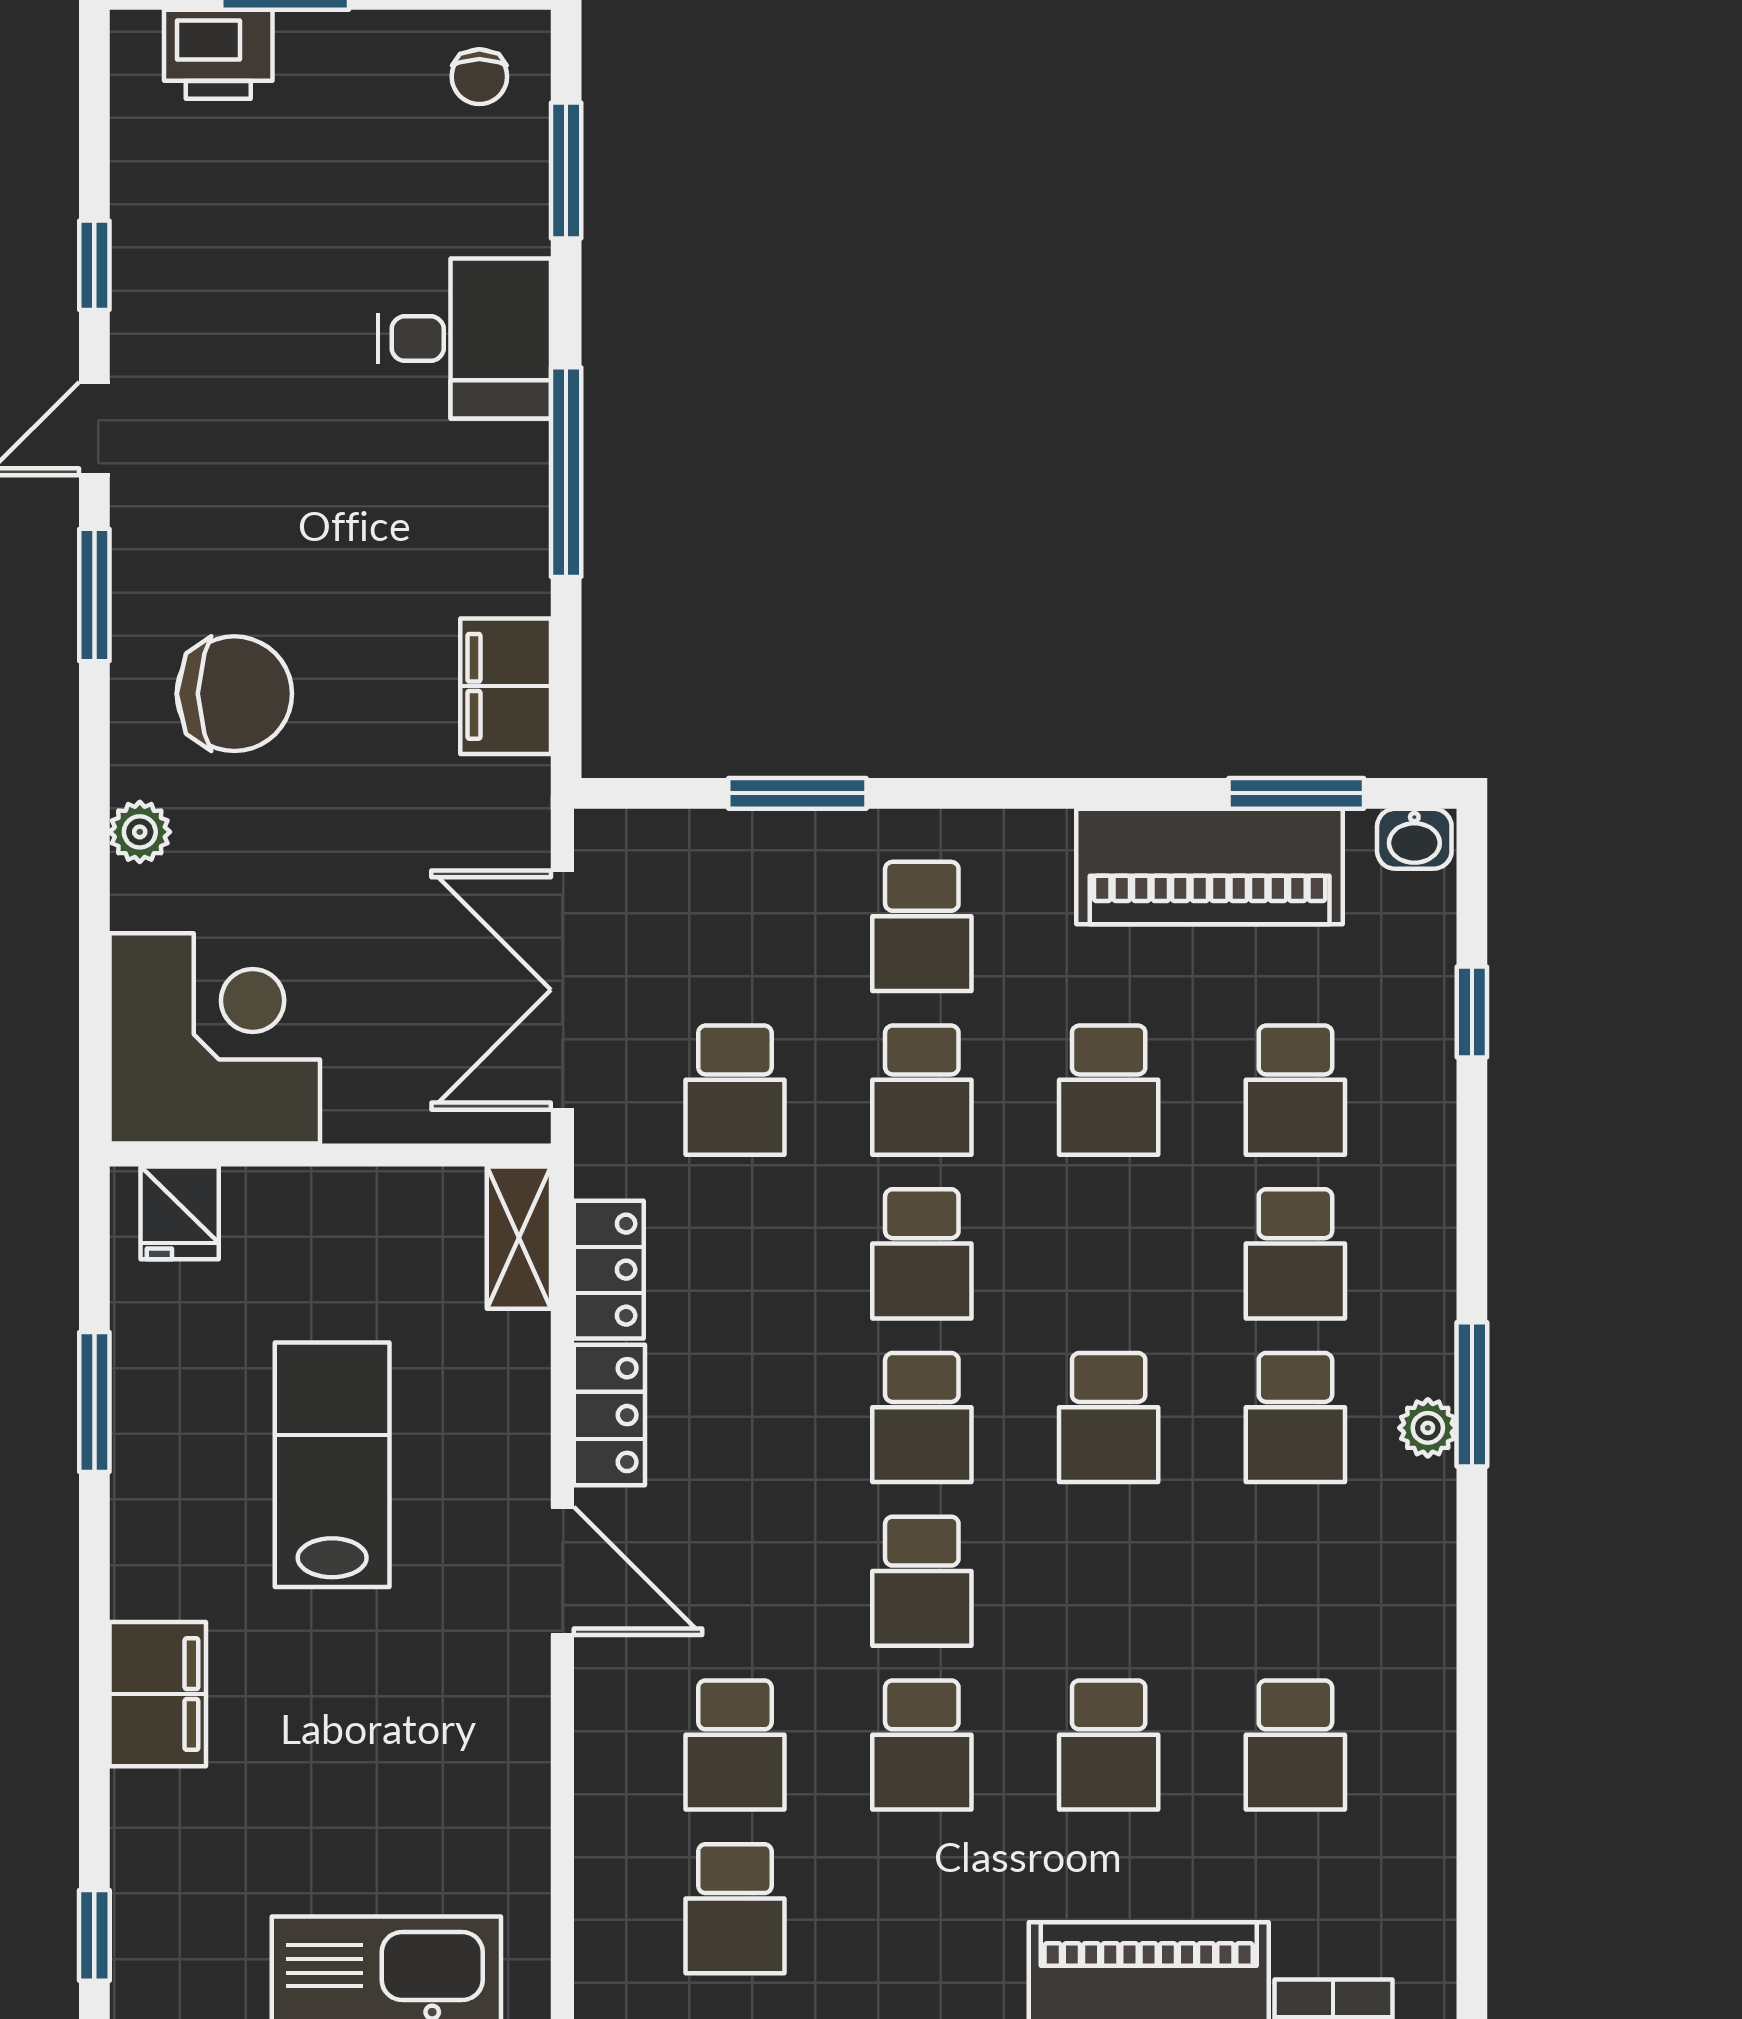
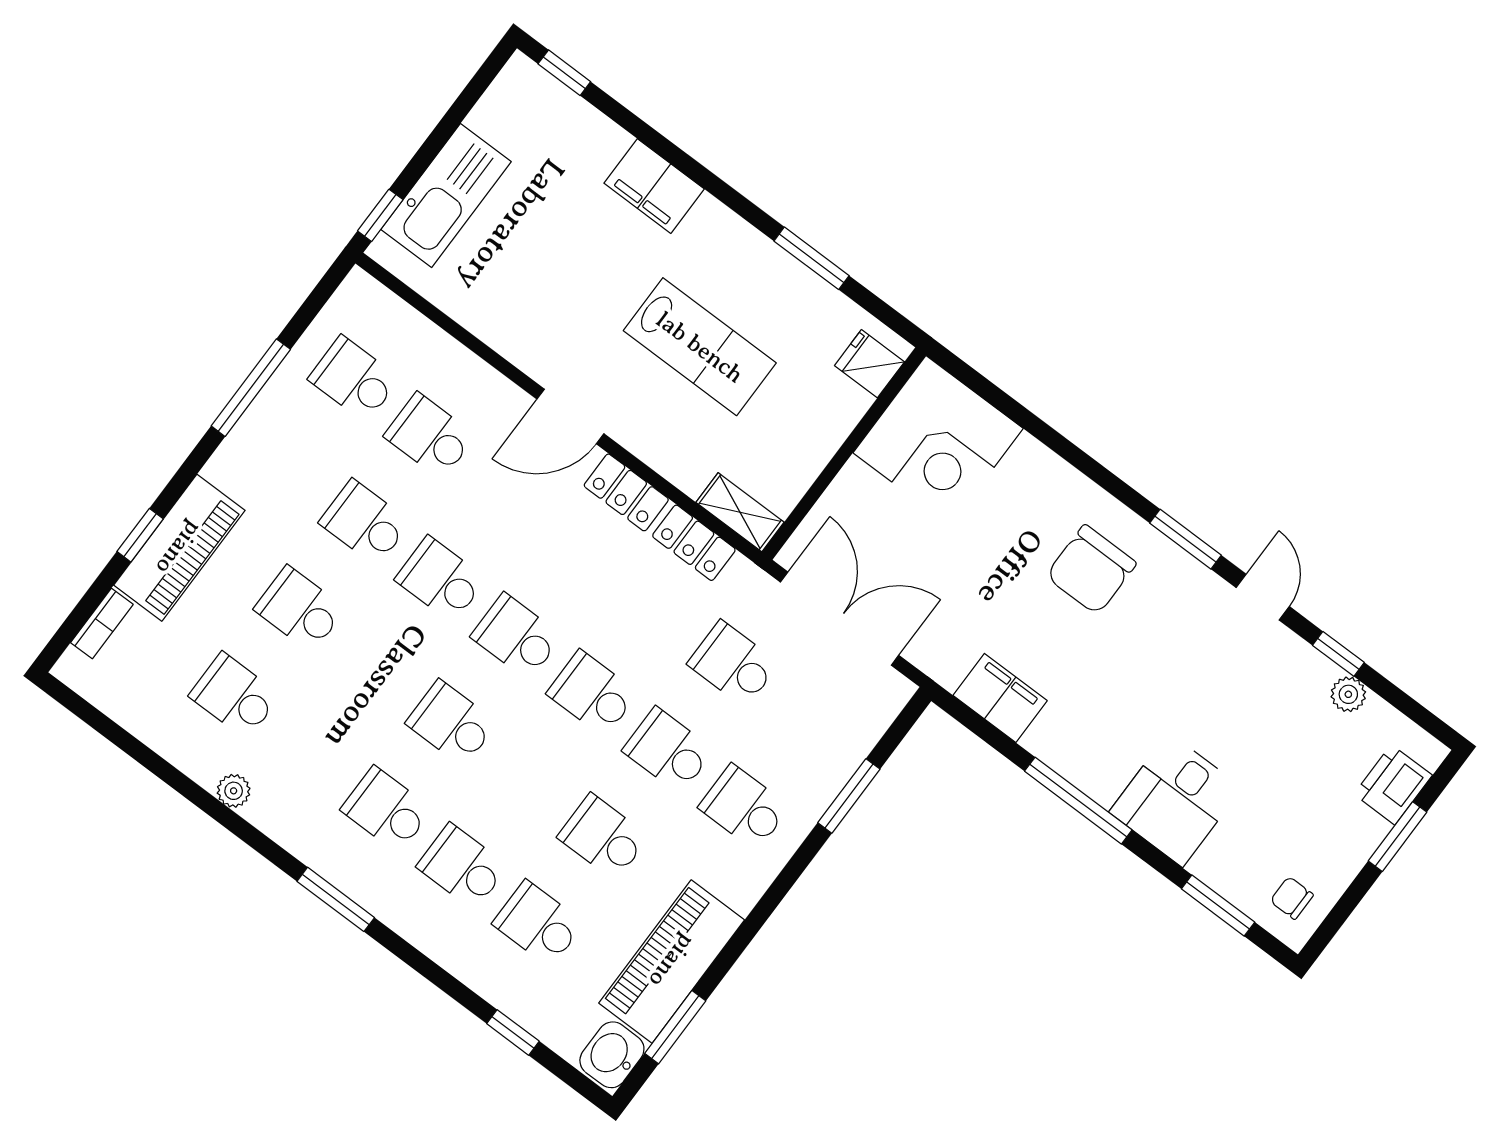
plant: (140, 832) -> (1348, 694), moved
washbasin: (1414, 839) -> (612, 1055), width x1.38, depth x1.45
plant: (1428, 1428) -> (234, 791), moved

